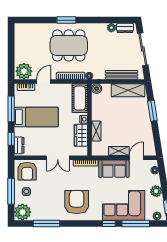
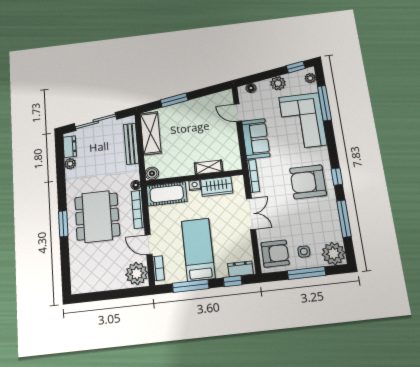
shelving: (119, 151) -> (232, 135), removed
window: (109, 223) -> (337, 177), moved

